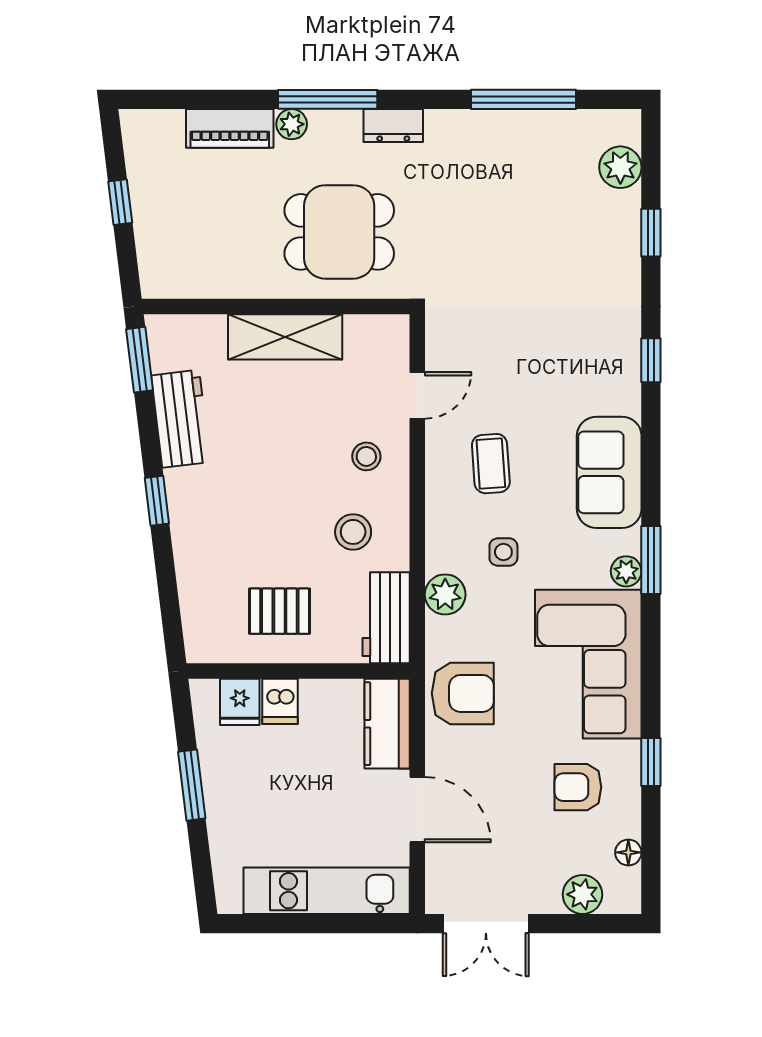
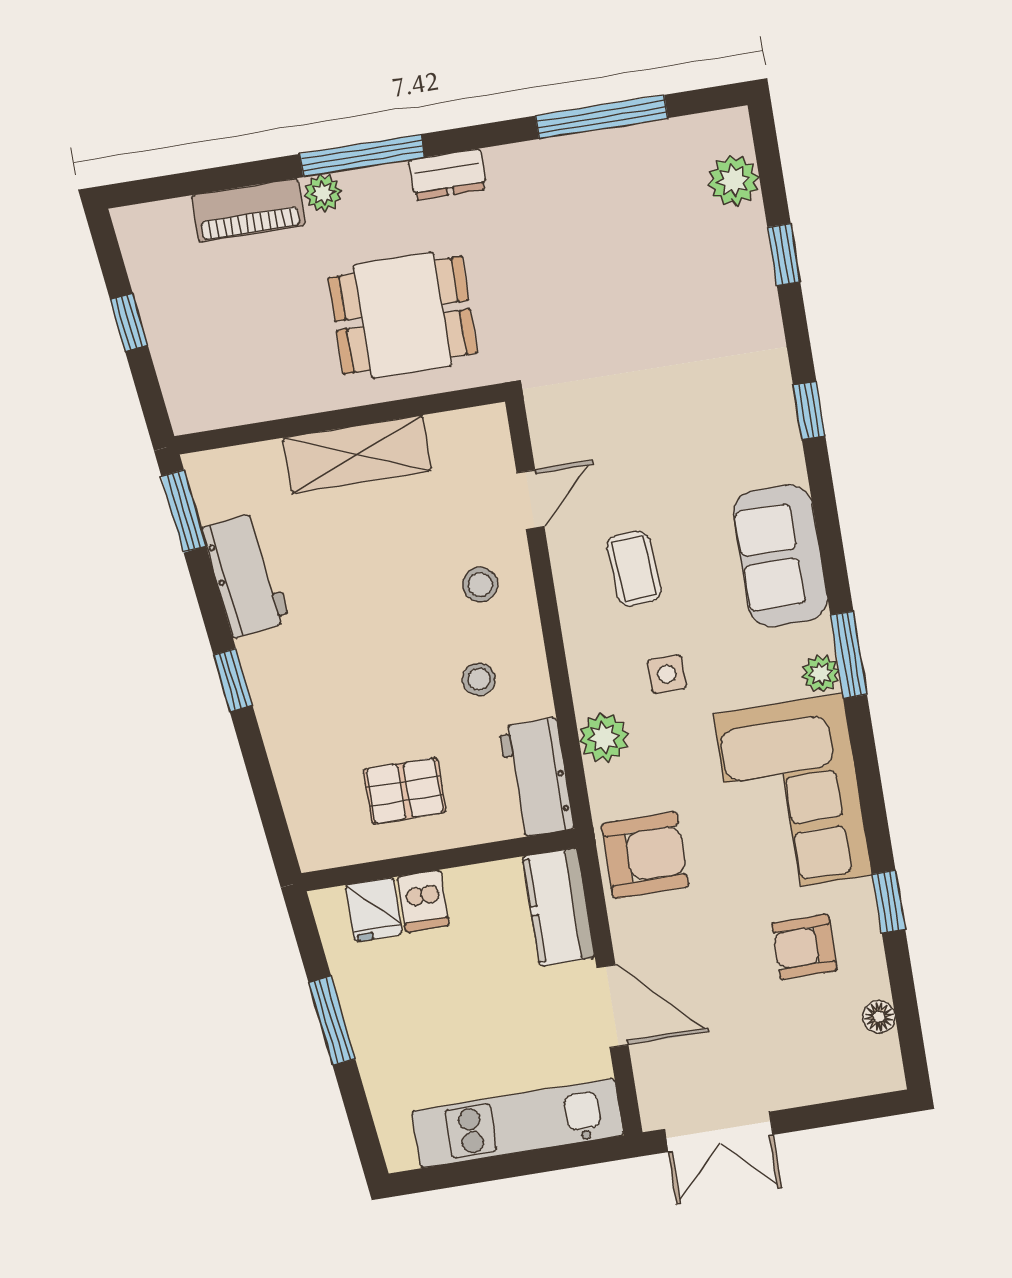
stool: (353, 532) -> (479, 679), width x0.73, depth x0.73
plant: (582, 894) -> (831, 1077), removed

